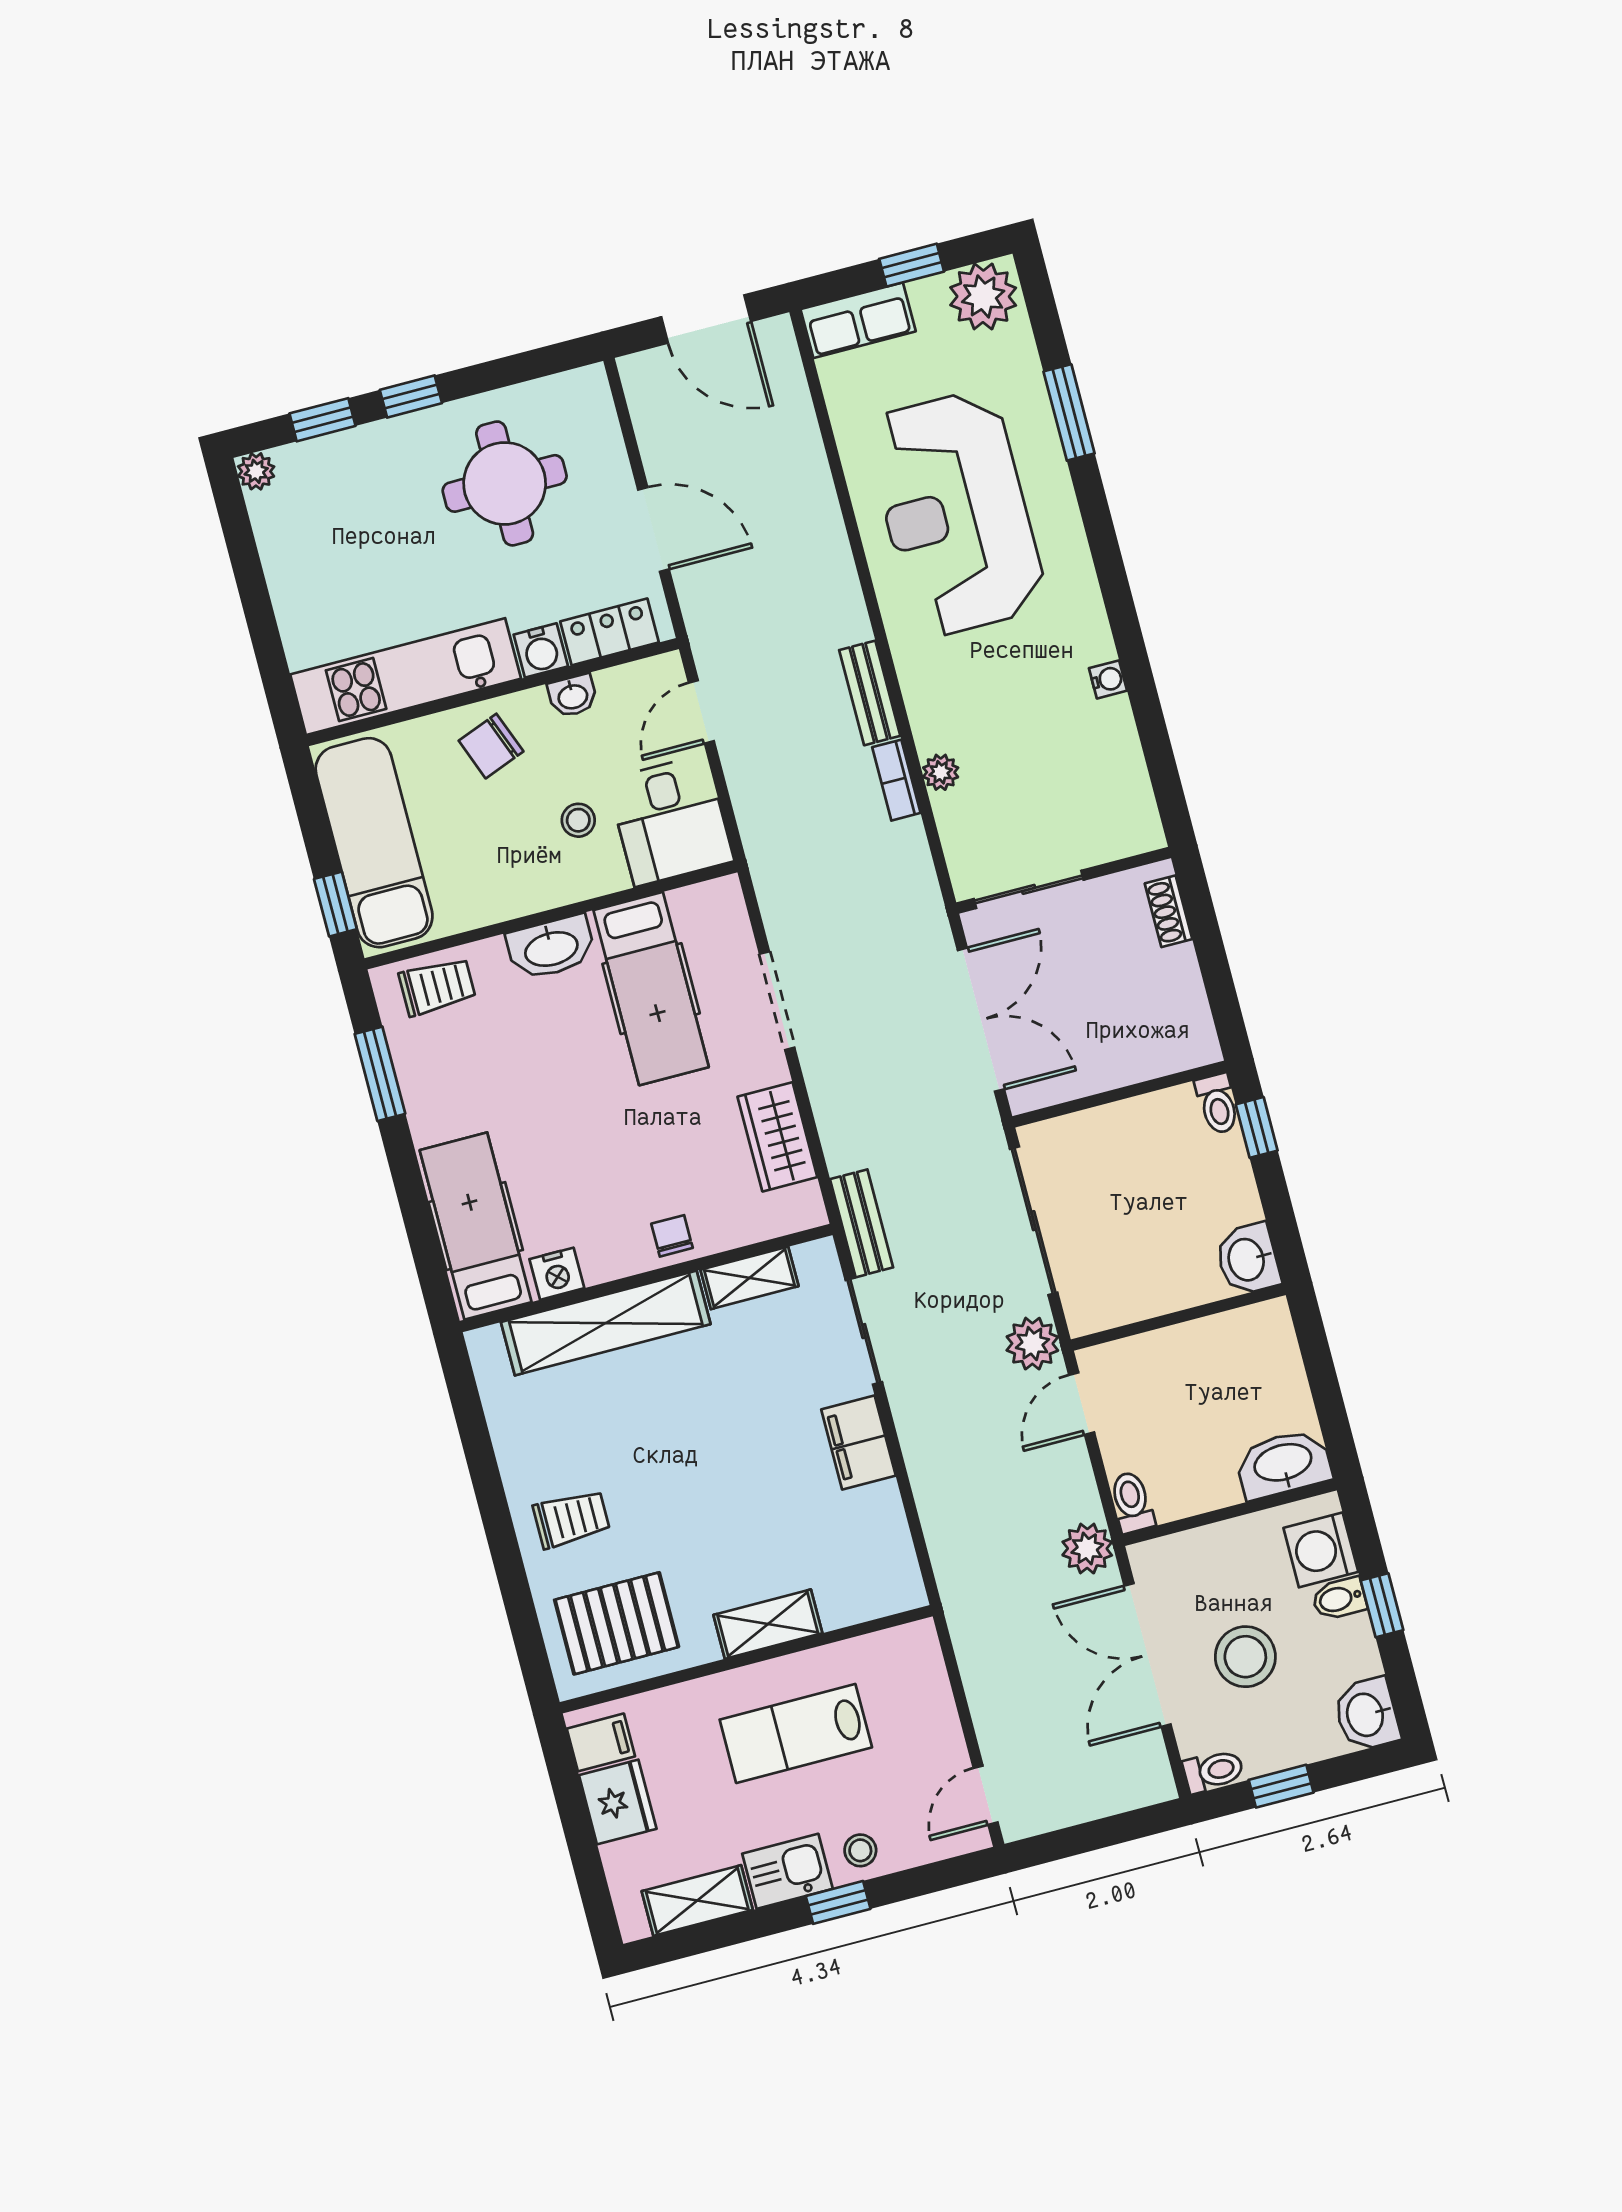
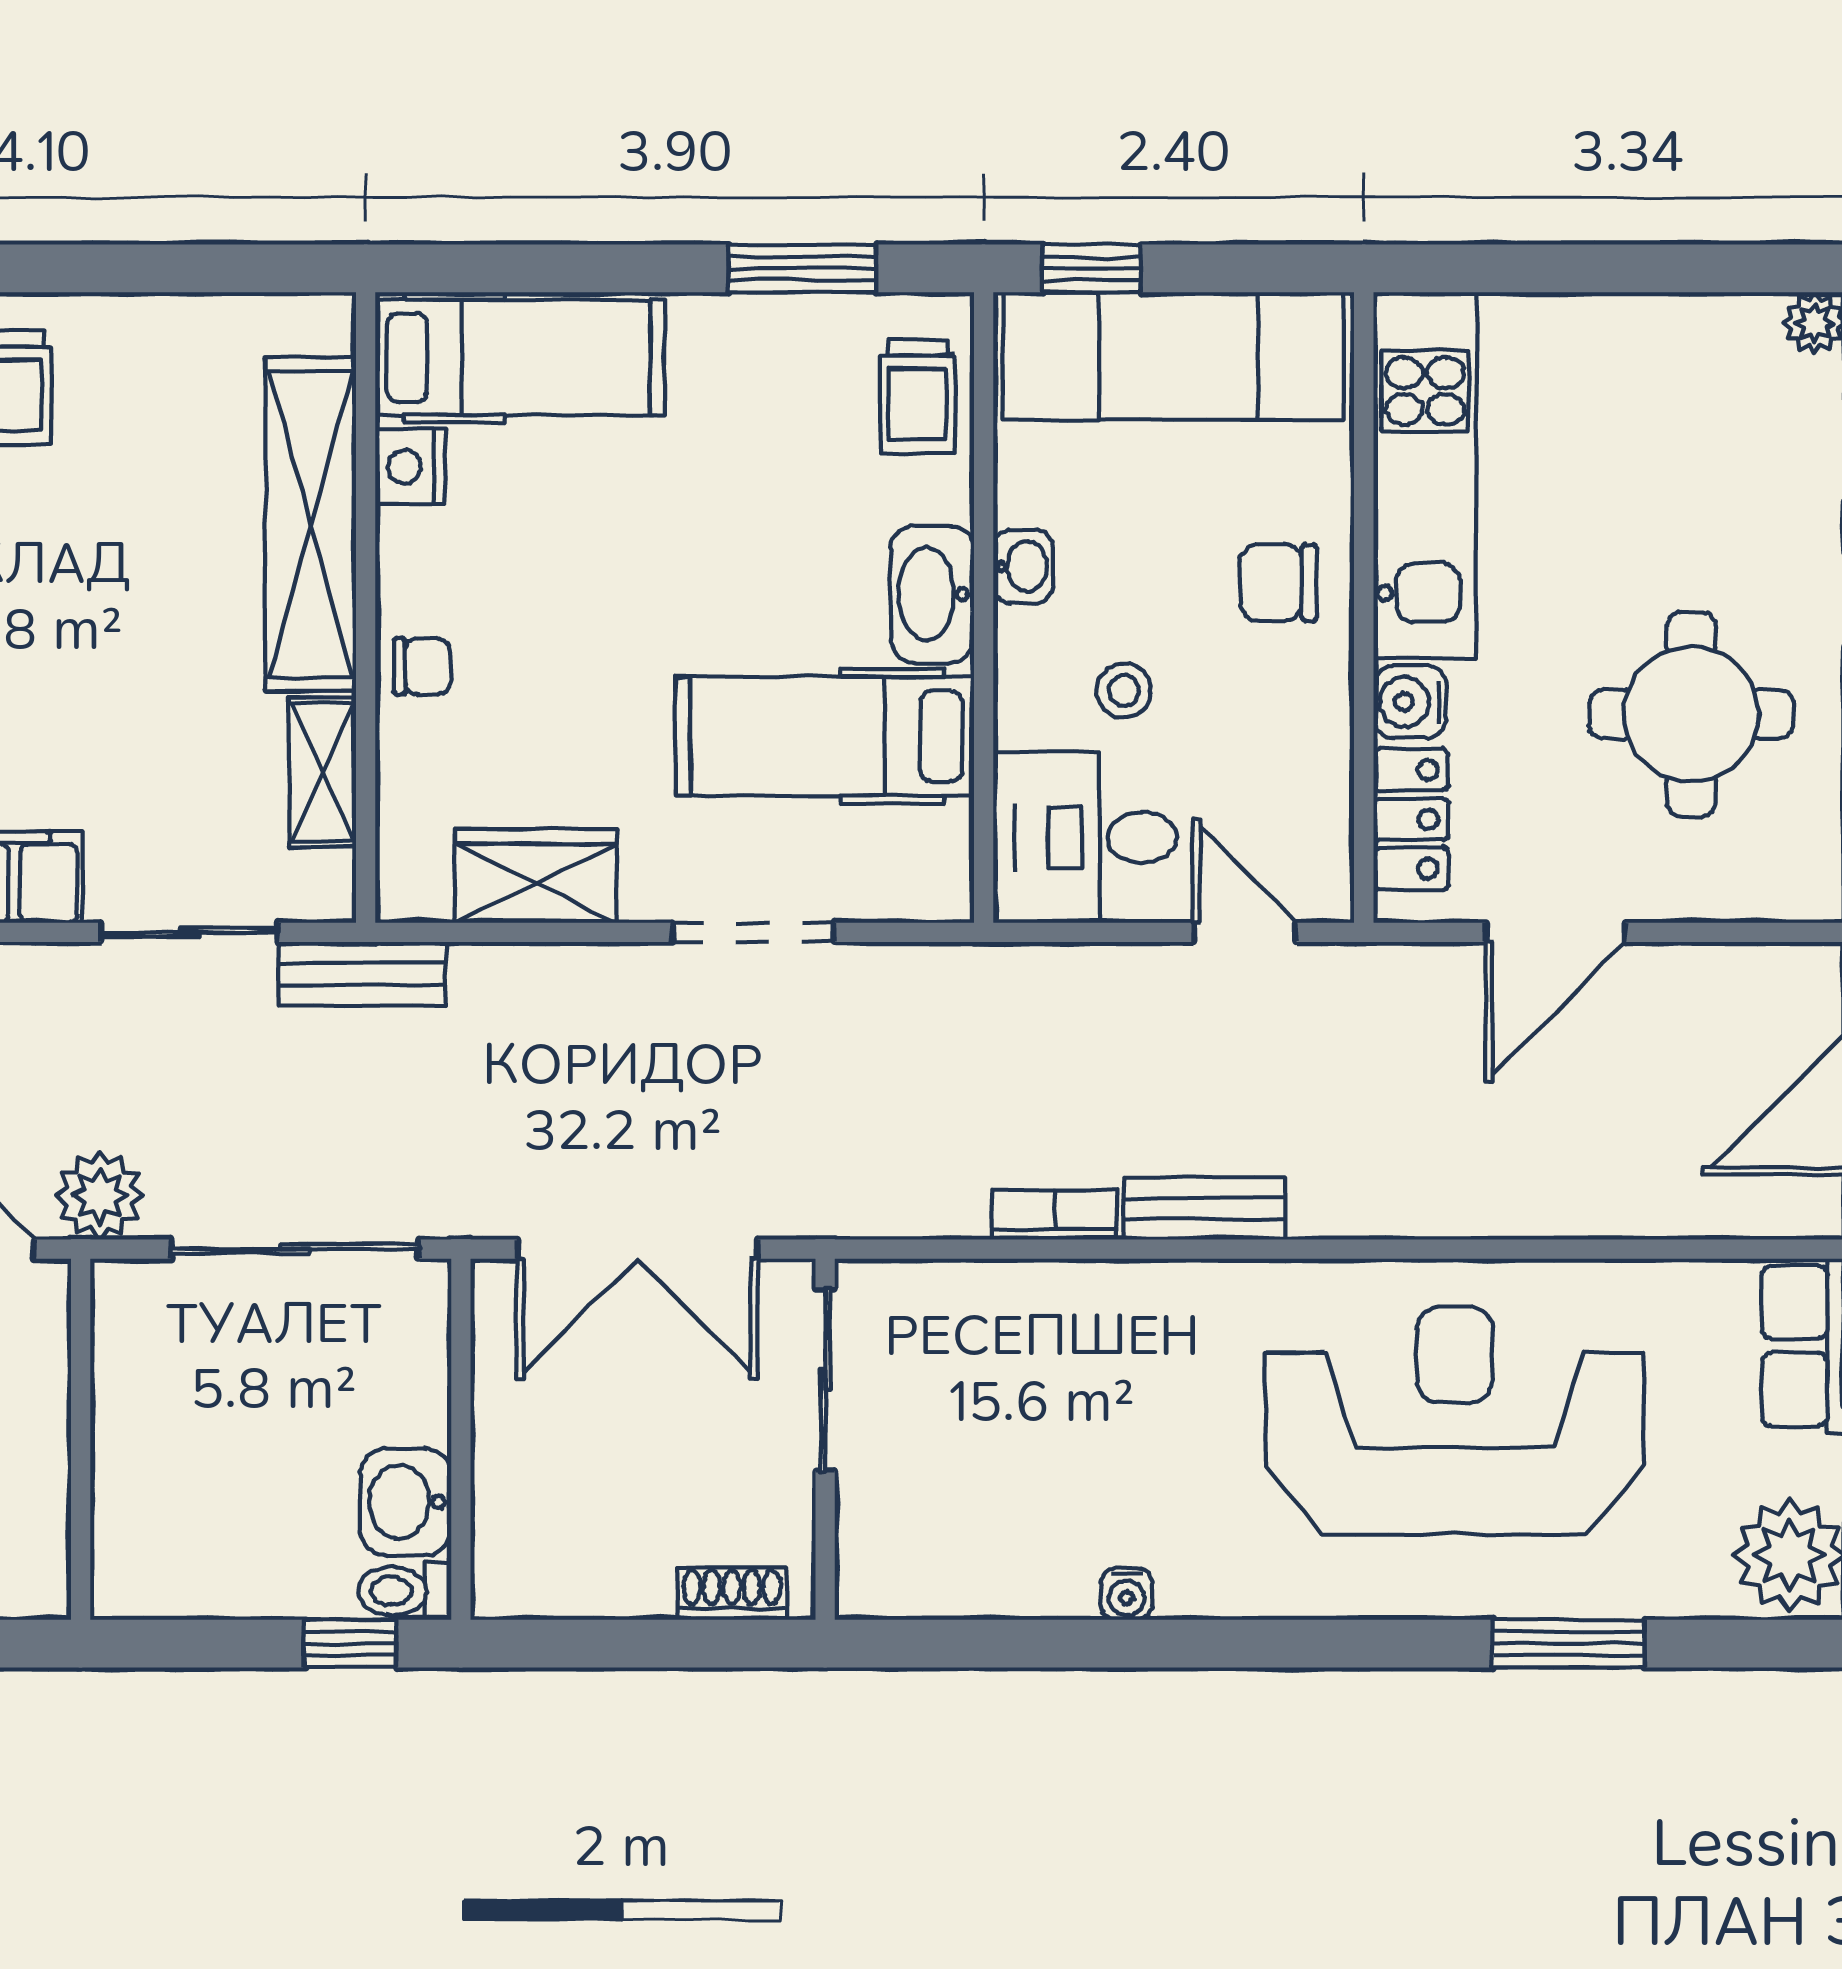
washbasin: (573, 696) -> (1023, 566), moved, turned 180
chair: (491, 746) -> (1278, 583), turned -69
plant: (941, 772) -> (1049, 1288), removed
washbasin: (1248, 1259) -> (406, 1502), moved, turned -90

